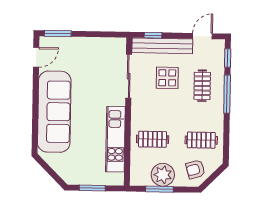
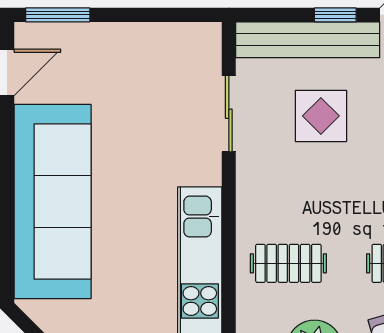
window: (153, 35) -> (335, 15), moved
sliding door: (129, 76) -> (229, 114), width x0.73

